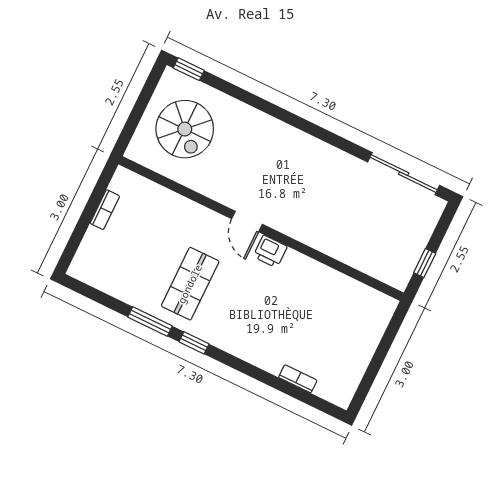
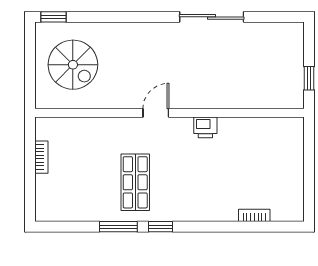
sliding door: (404, 174) -> (212, 17), moved
door: (247, 222) -> (156, 113), swing flipped
printer: (270, 251) -> (205, 127), moved

